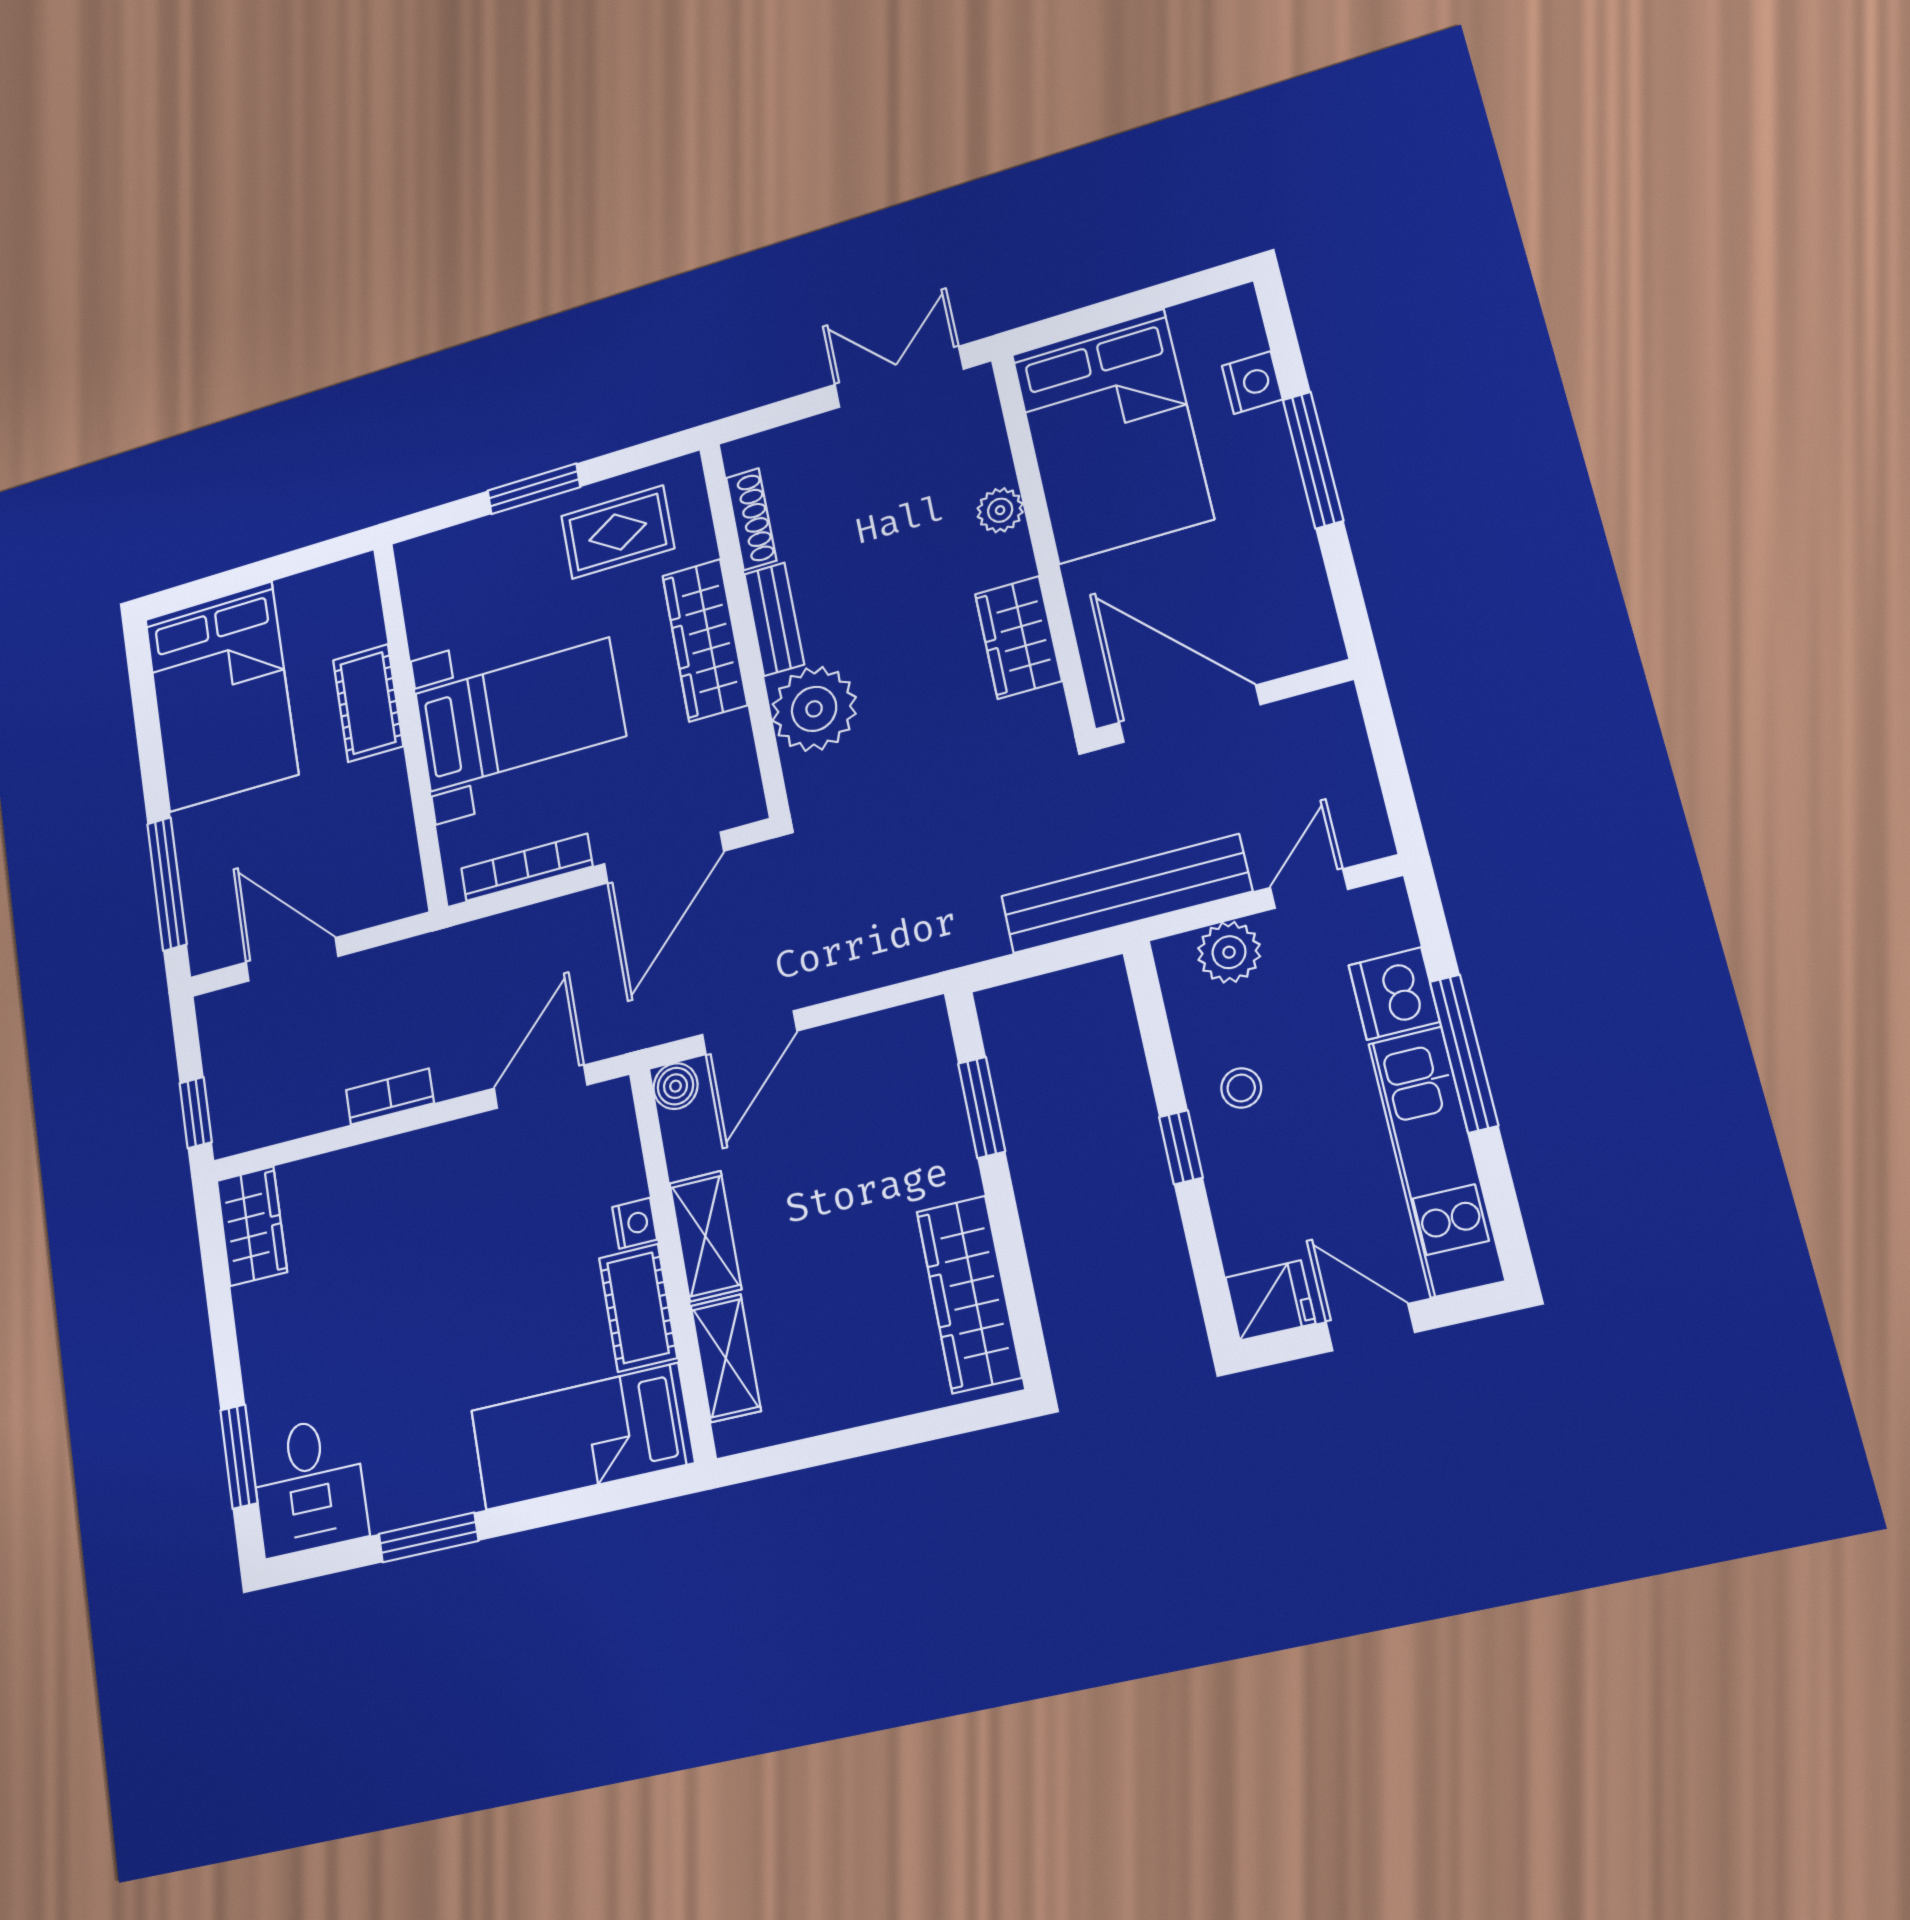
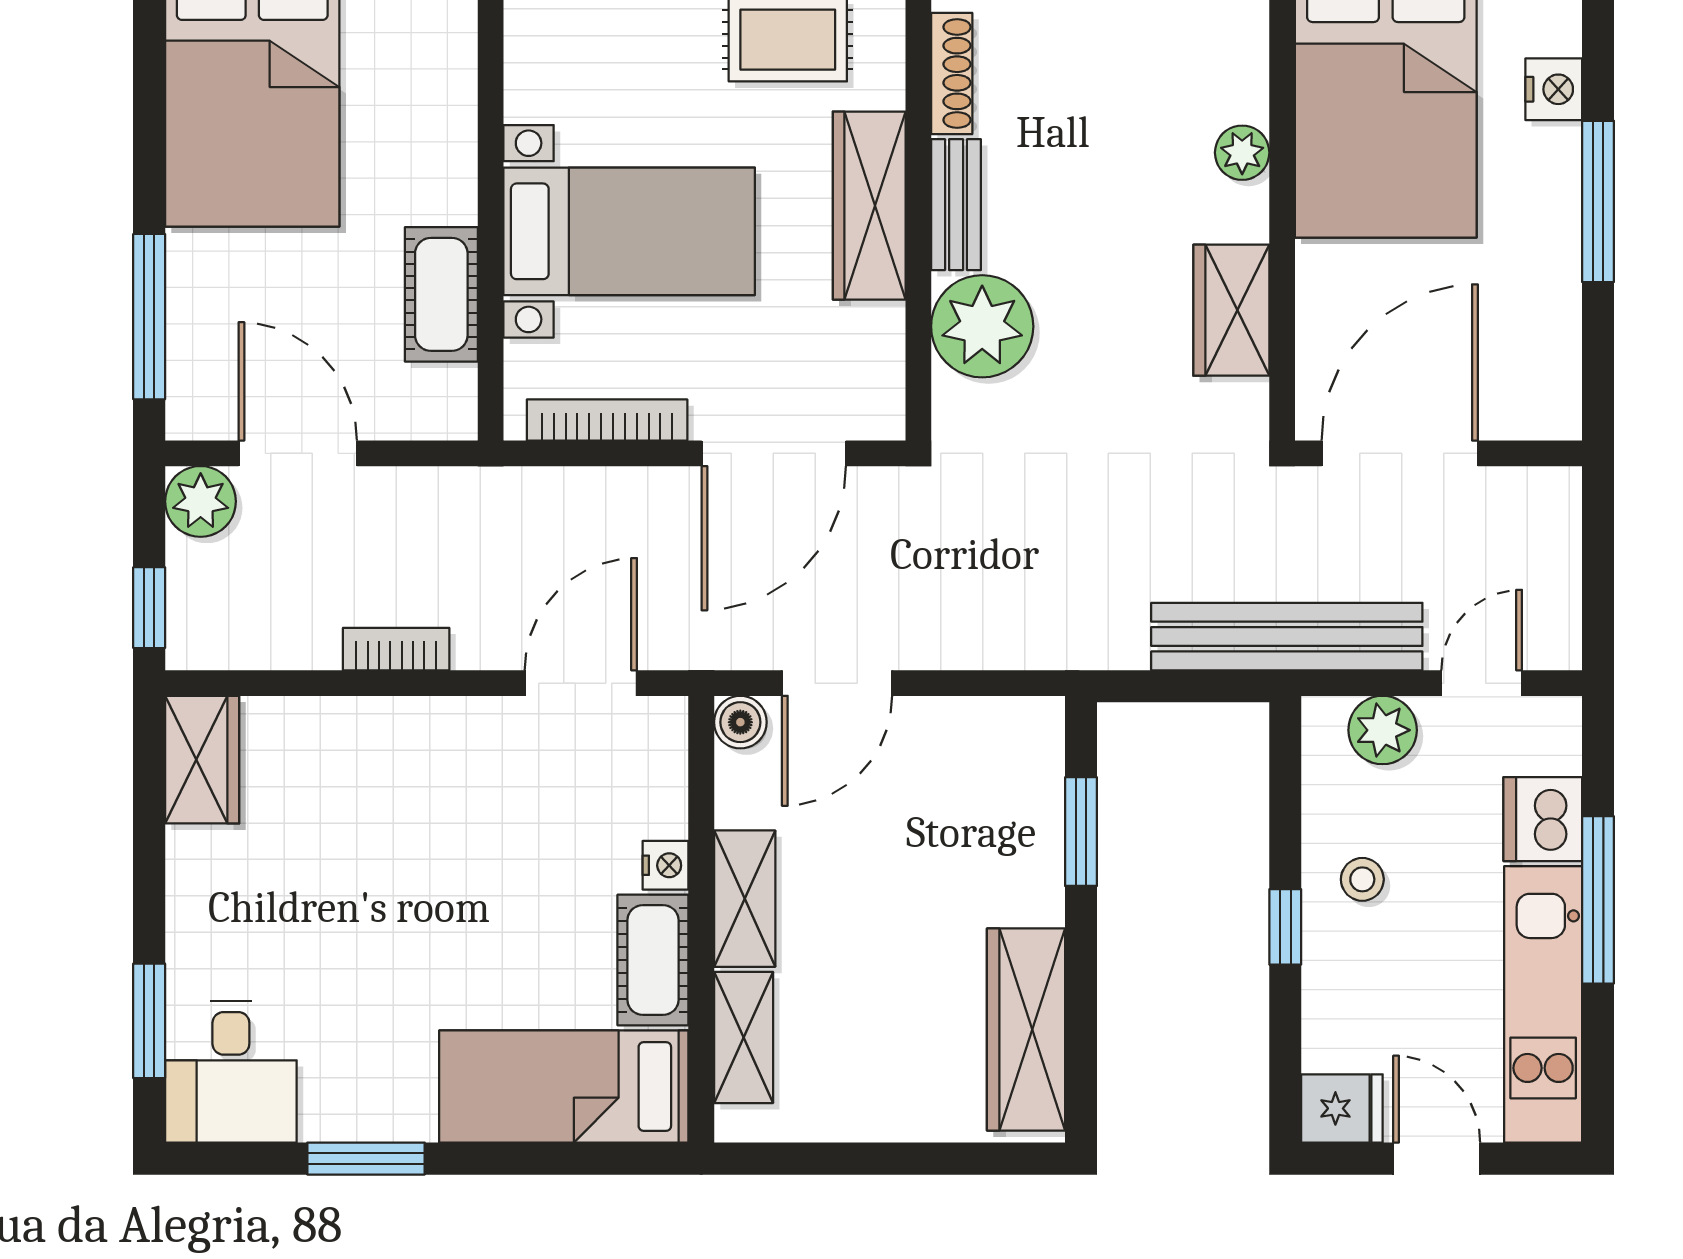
cot: (368, 703) -> (441, 294), moved
door: (1189, 714) -> (1400, 453), hinge flipped
plant: (224, 1017) -> (201, 501), added

